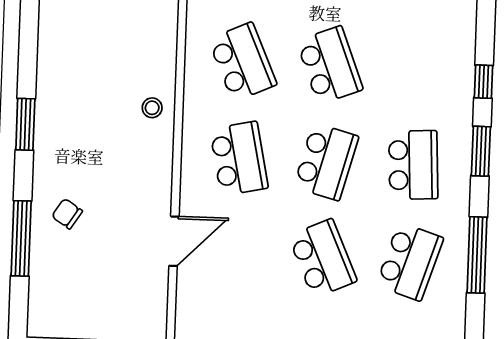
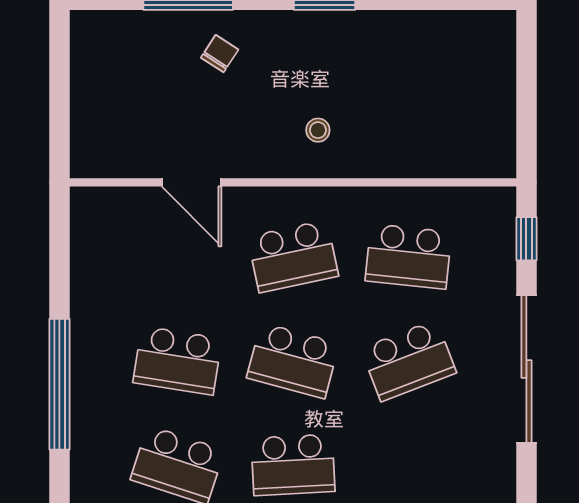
school desk: (242, 62) -> (409, 256), turned 30
stool: (152, 108) -> (318, 130), moved
school desk: (323, 258) -> (177, 361), turned 33

